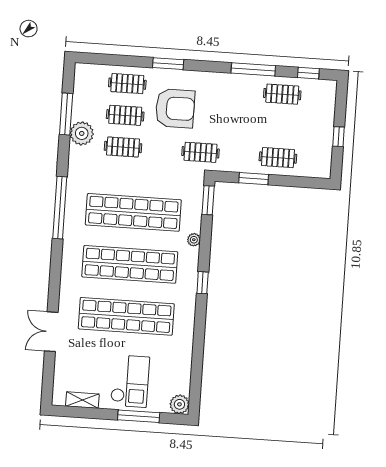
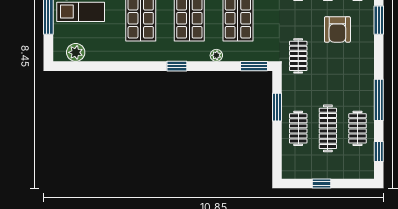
armchair: (175, 108) -> (337, 29), width x0.73, depth x0.73
clothes rail: (280, 126) -> (328, 128), added
plant: (179, 404) -> (76, 52), moved

